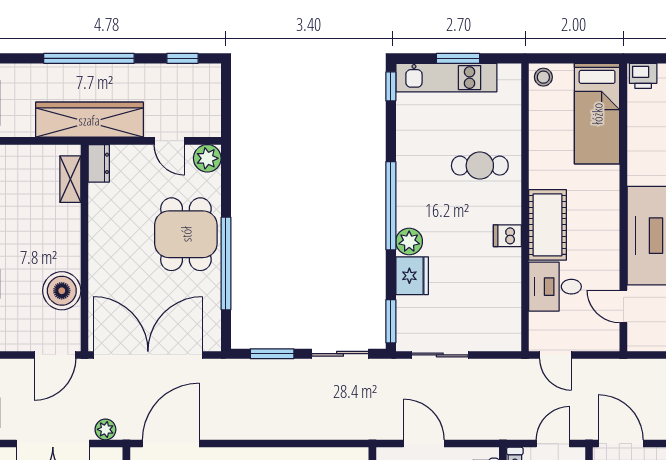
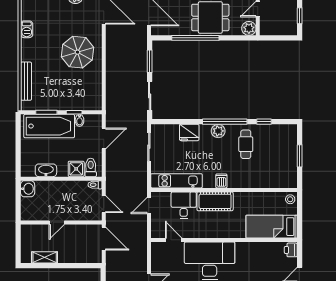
kitchen unit: (446, 78) -> (176, 181), moved, turned 90
window: (391, 86) -> (264, 122), moved
cafe table: (480, 166) -> (246, 144), moved
dishwasher: (507, 236) -> (221, 181), moved
plant: (409, 242) -> (218, 131), moved
door: (623, 306) -> (174, 240), hinge flipped
window: (391, 321) -> (166, 122), removed
door: (621, 444) -> (104, 239), hinge flipped

